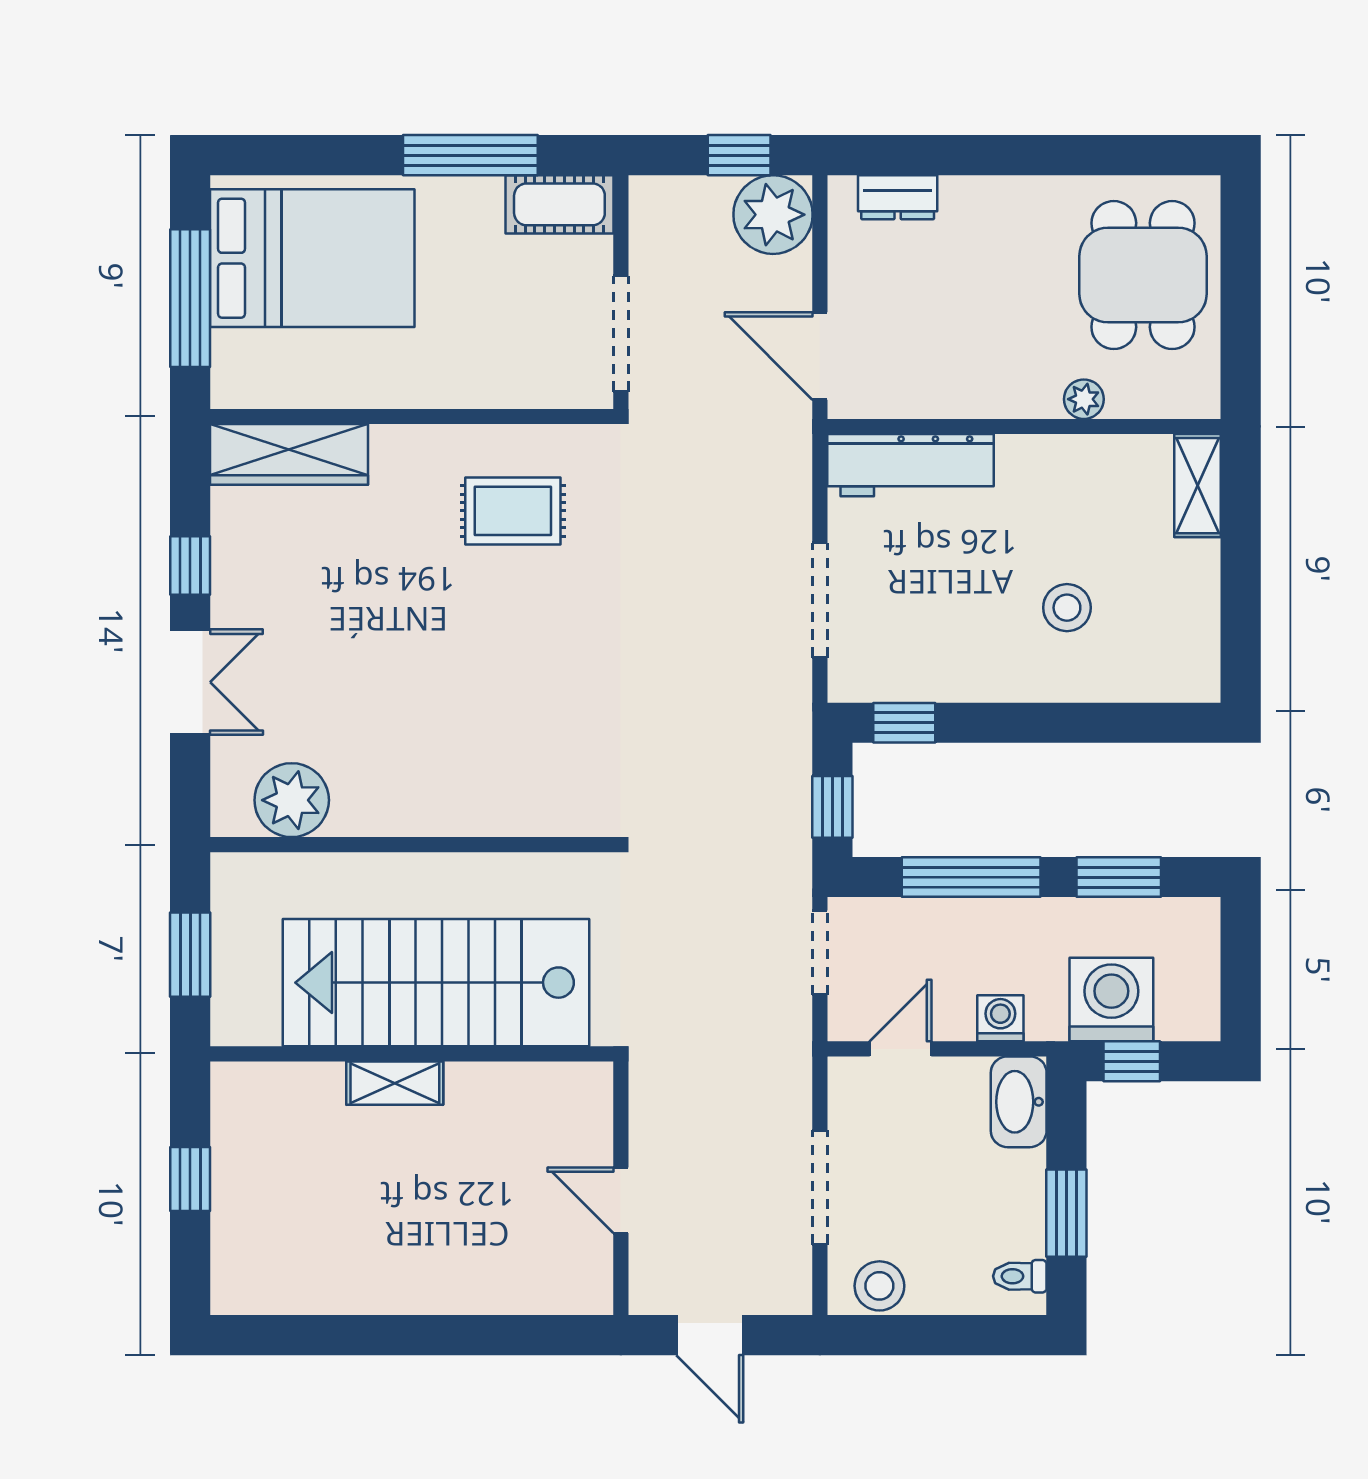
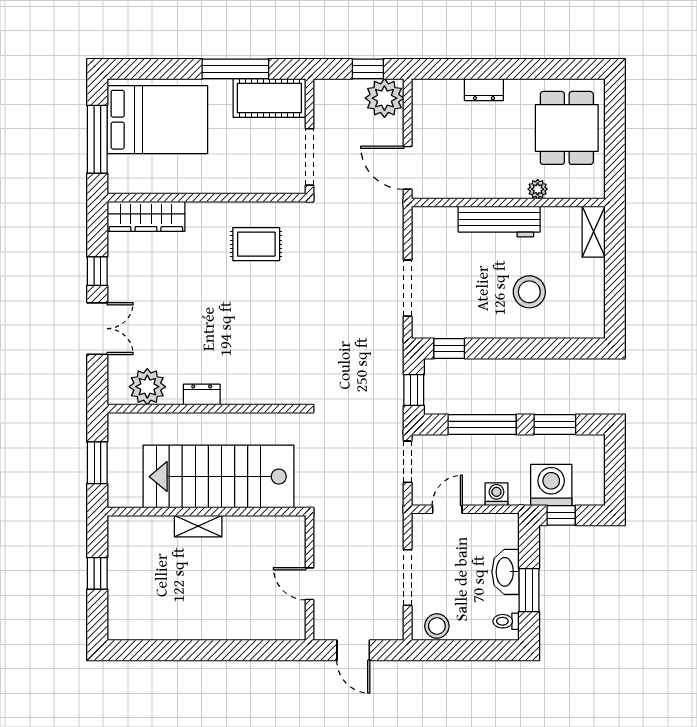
dresser: (898, 197) -> (484, 90), moved
cot: (559, 204) -> (269, 98), width x1.37, depth x1.34
workbench: (910, 465) -> (499, 222), moved
stool: (1067, 608) -> (529, 292), width x1.38, depth x1.38
dresser: (402, 816) -> (202, 395), added
washbasin: (1019, 1102) -> (506, 572), moved

